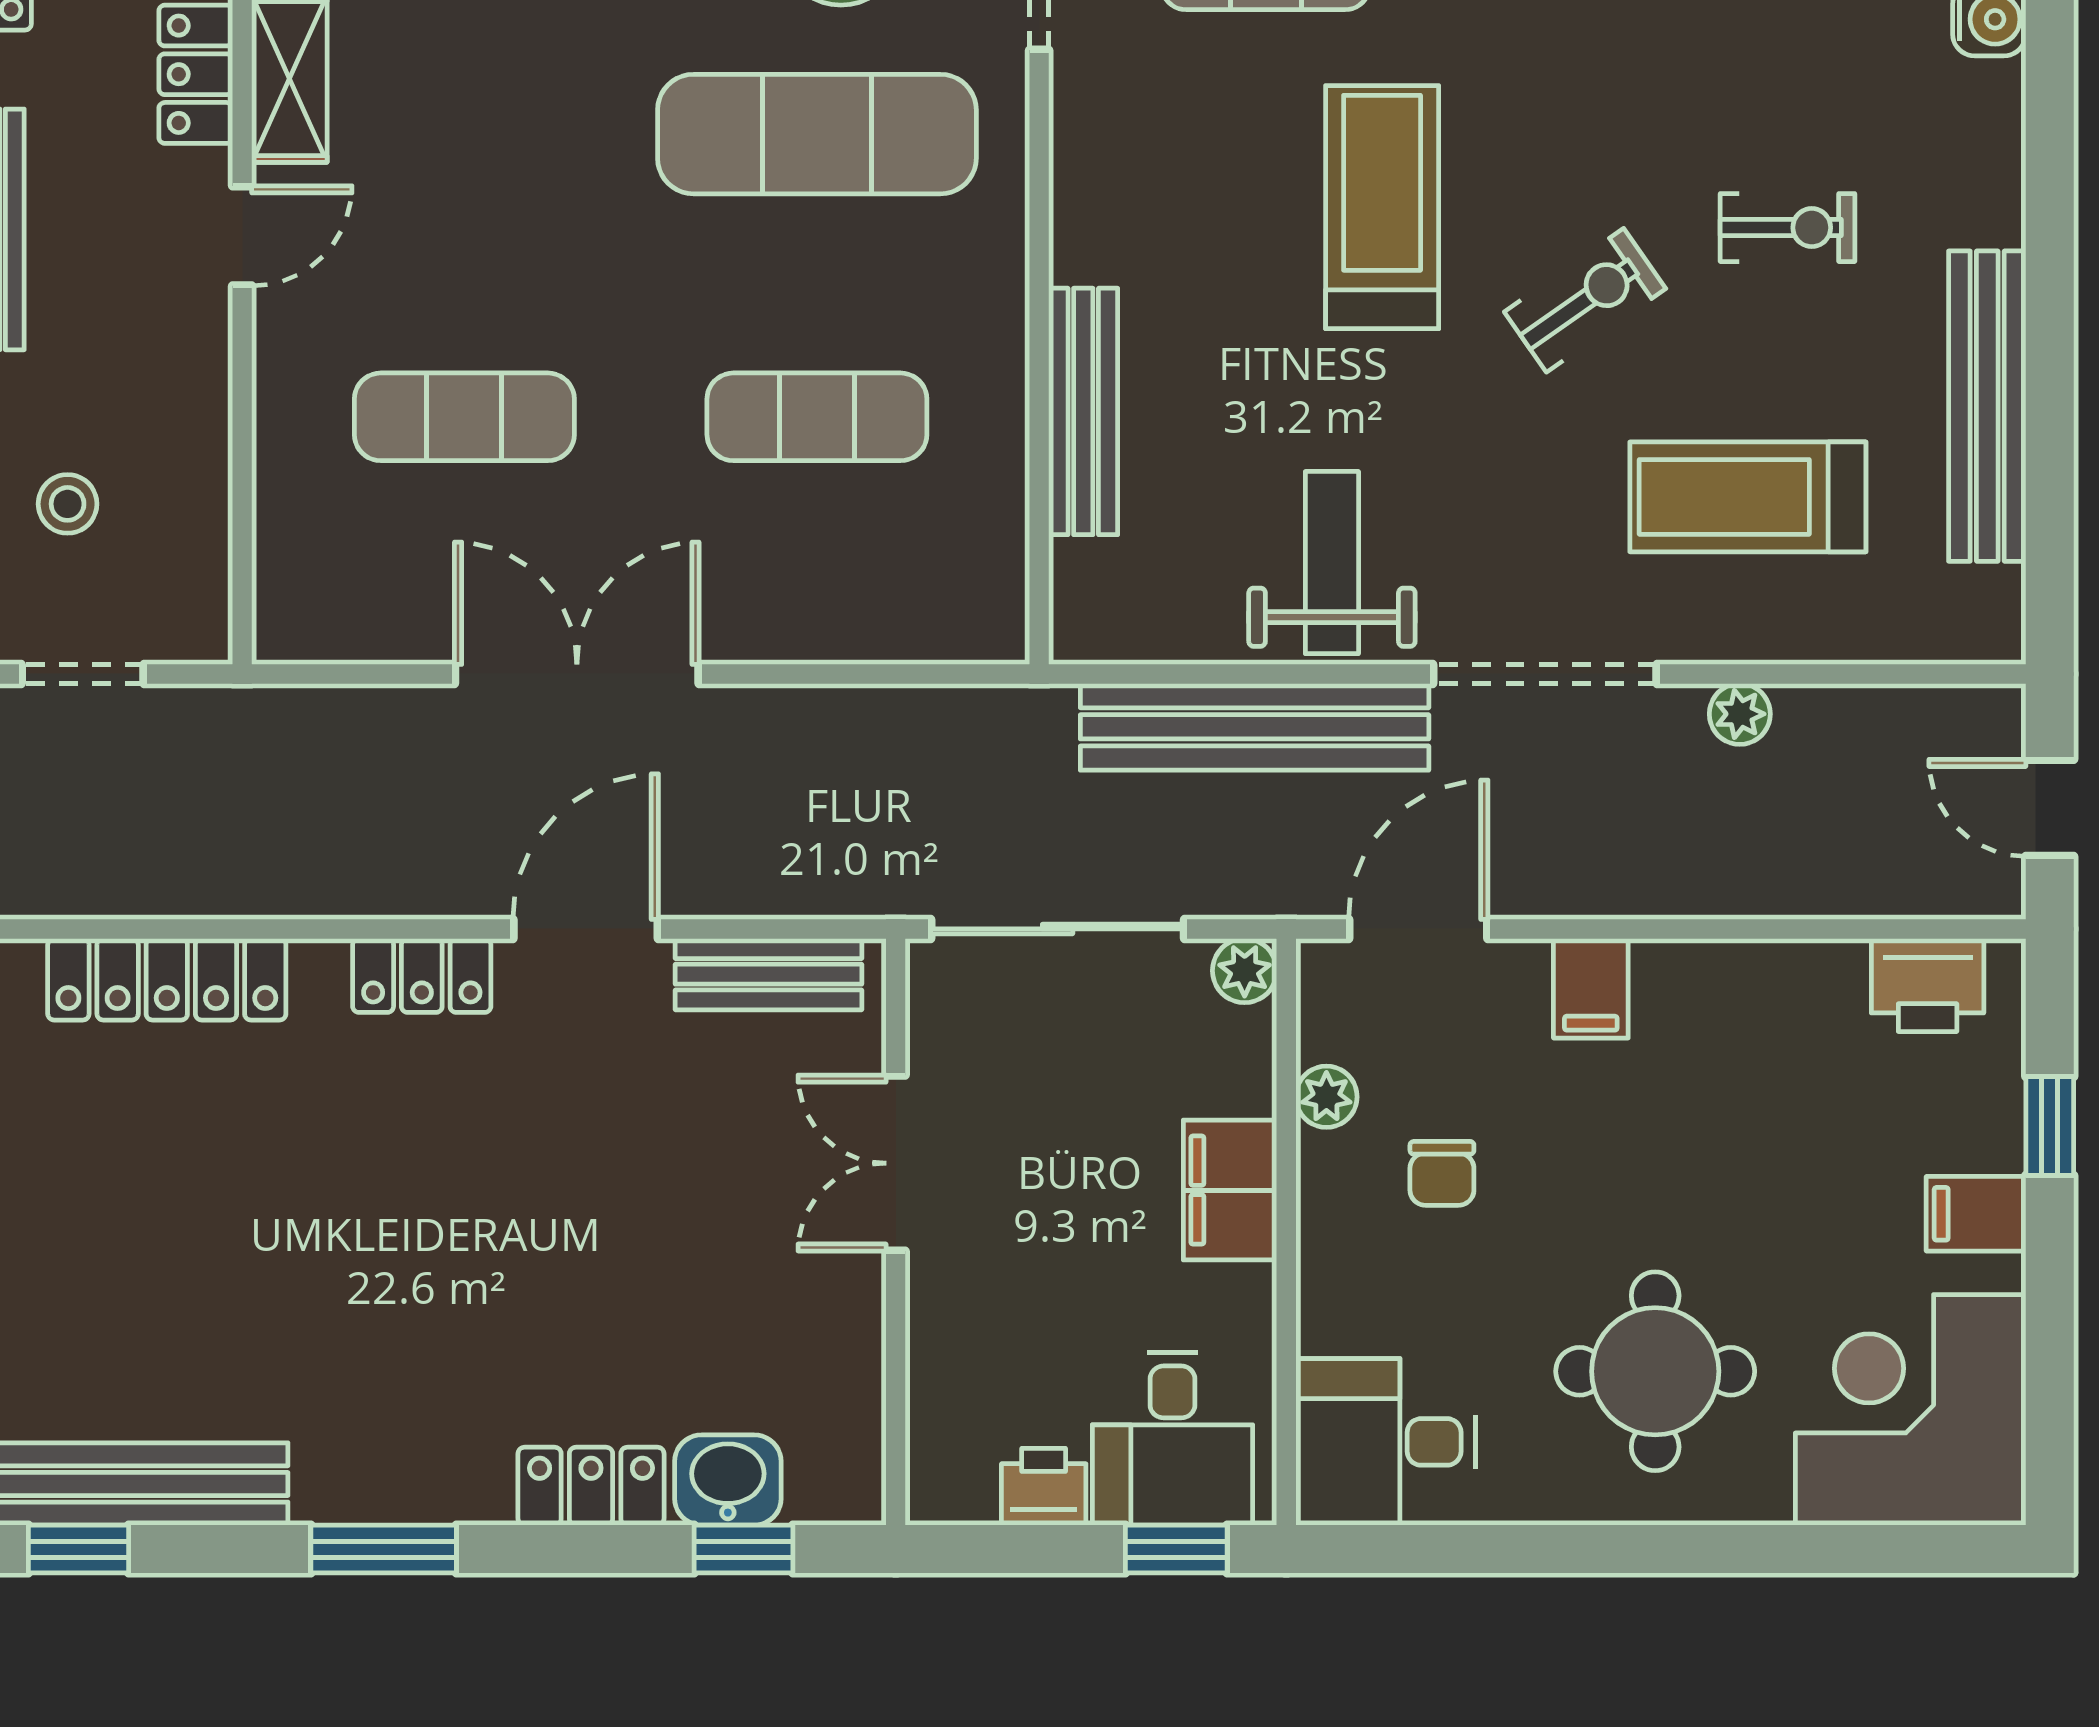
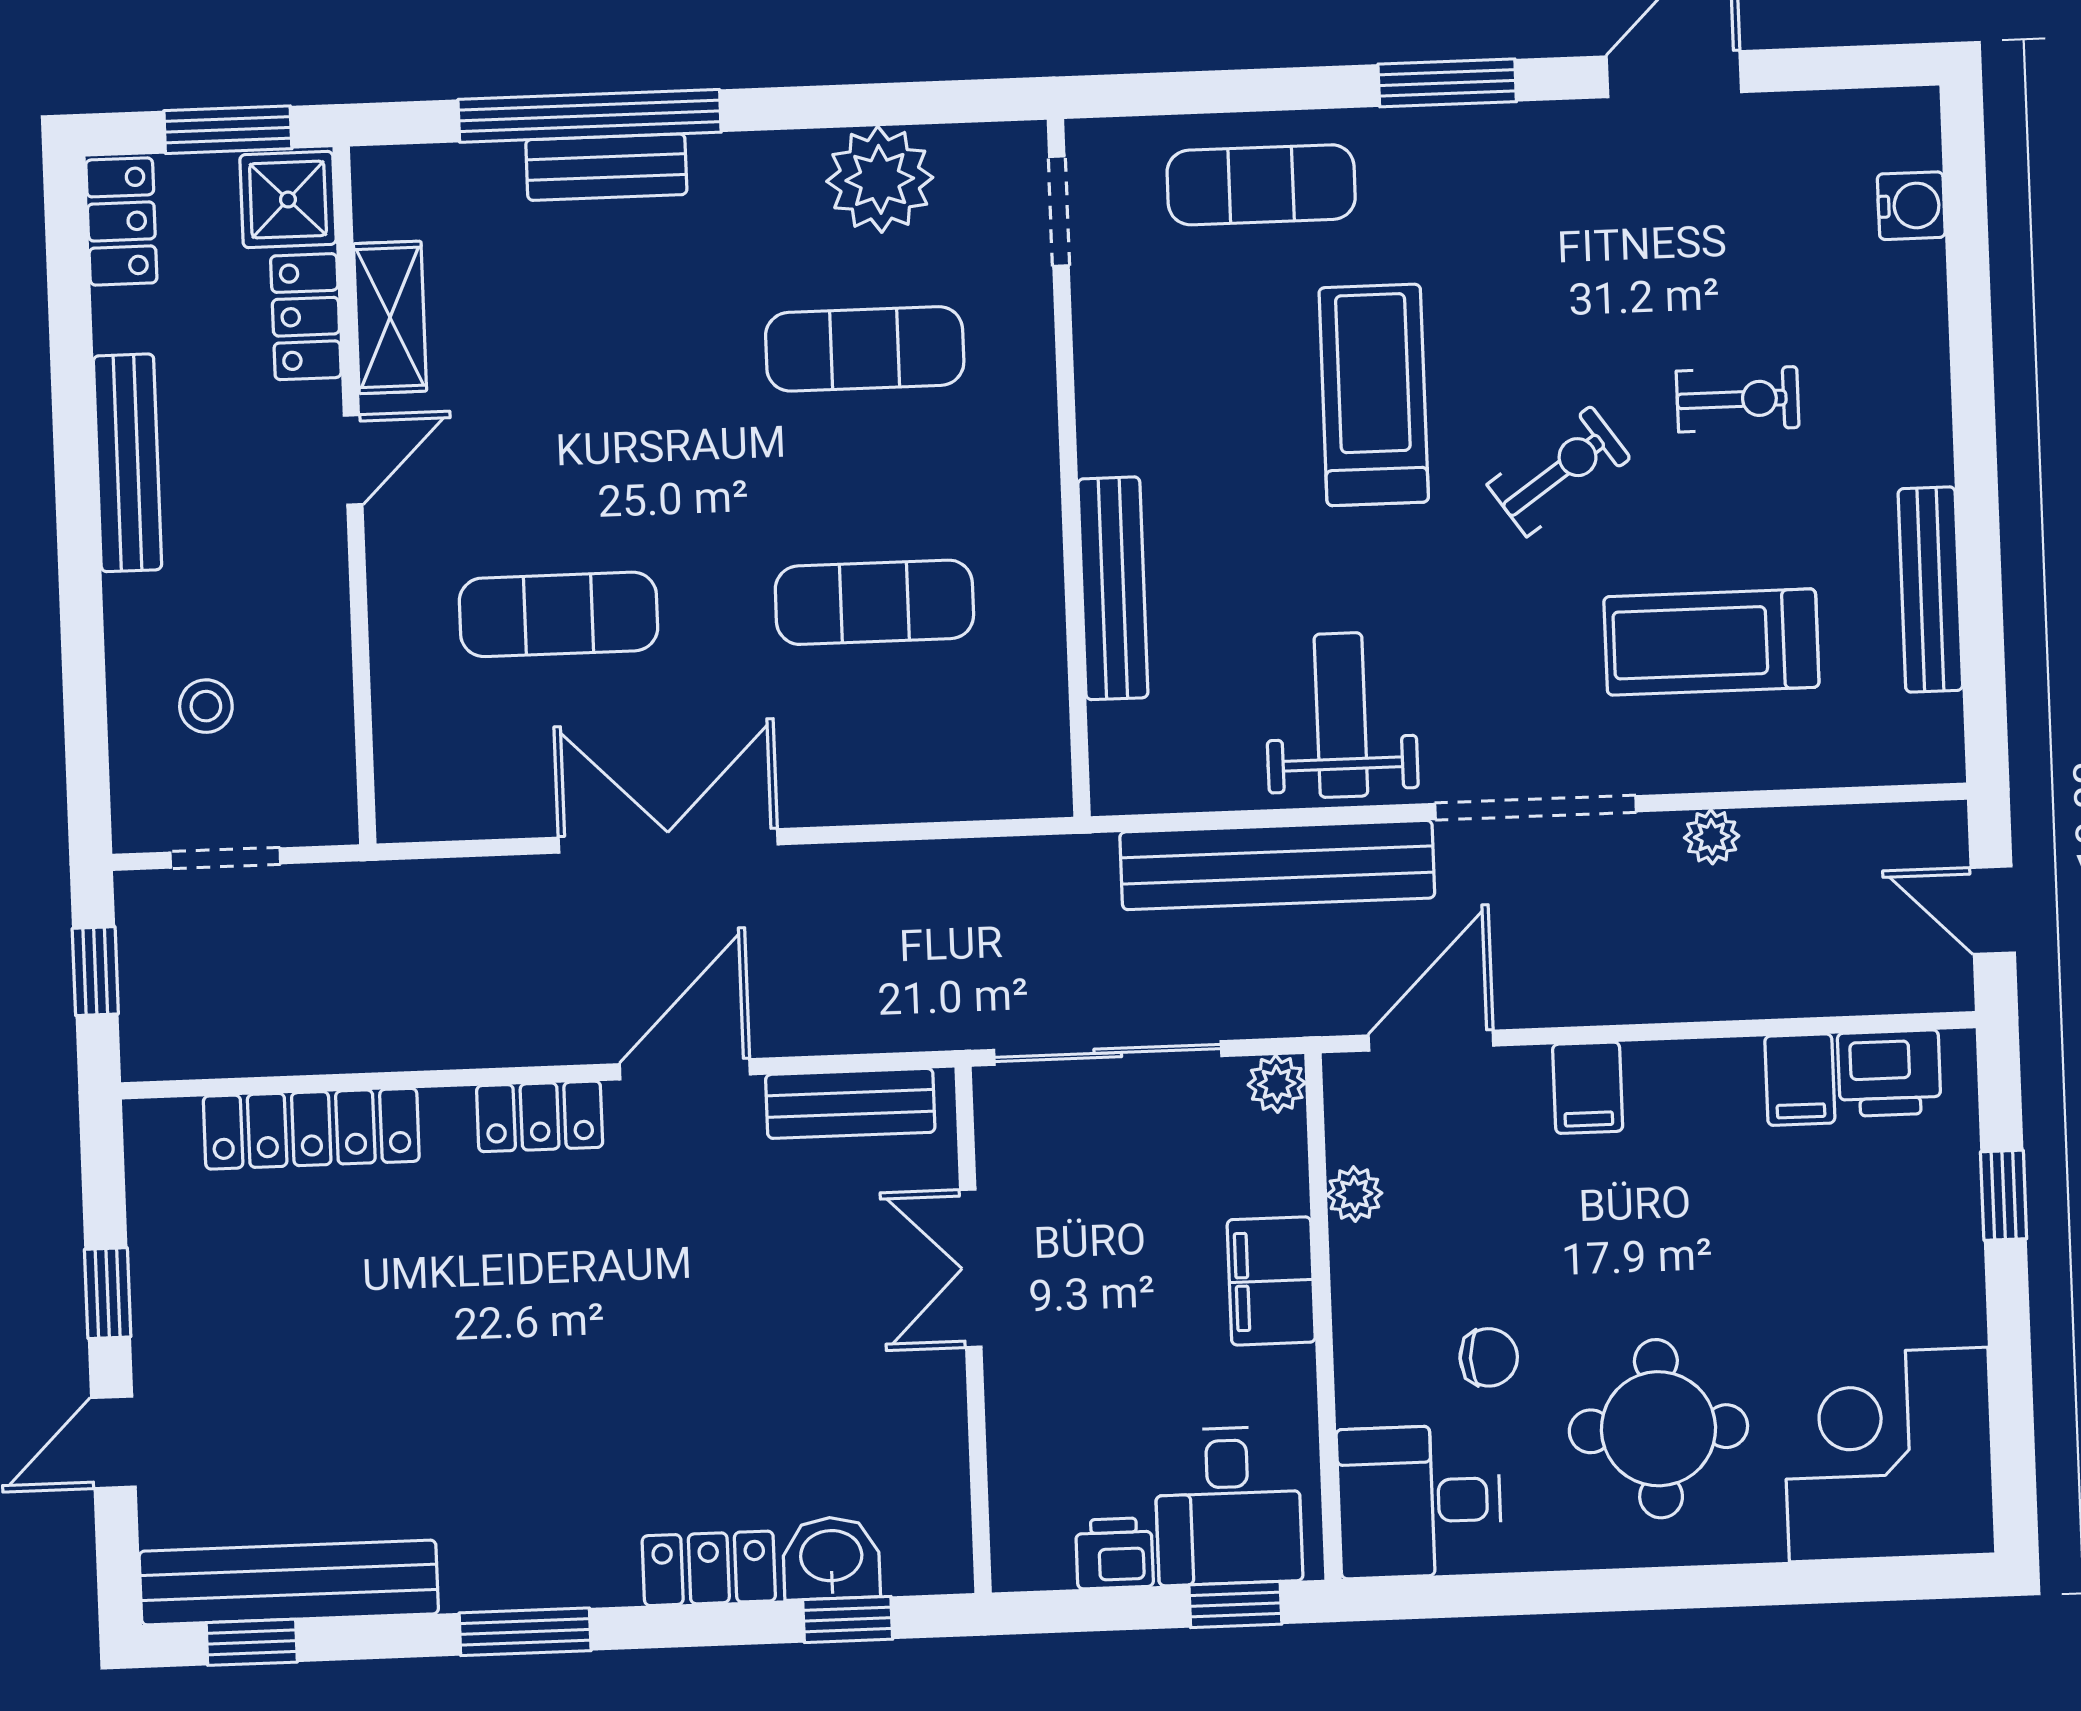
exercise mat: (817, 134) -> (865, 349), width x0.73, depth x0.69
bench: (1987, 406) -> (1930, 589), width x0.73, depth x0.82
chair: (1442, 1173) -> (1489, 1357), moved, turned -90
filing cabinet: (1976, 1214) -> (1800, 1080), moved, turned -90

